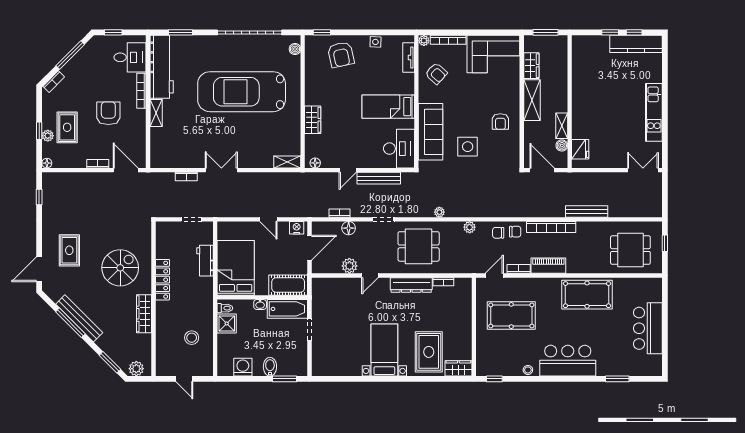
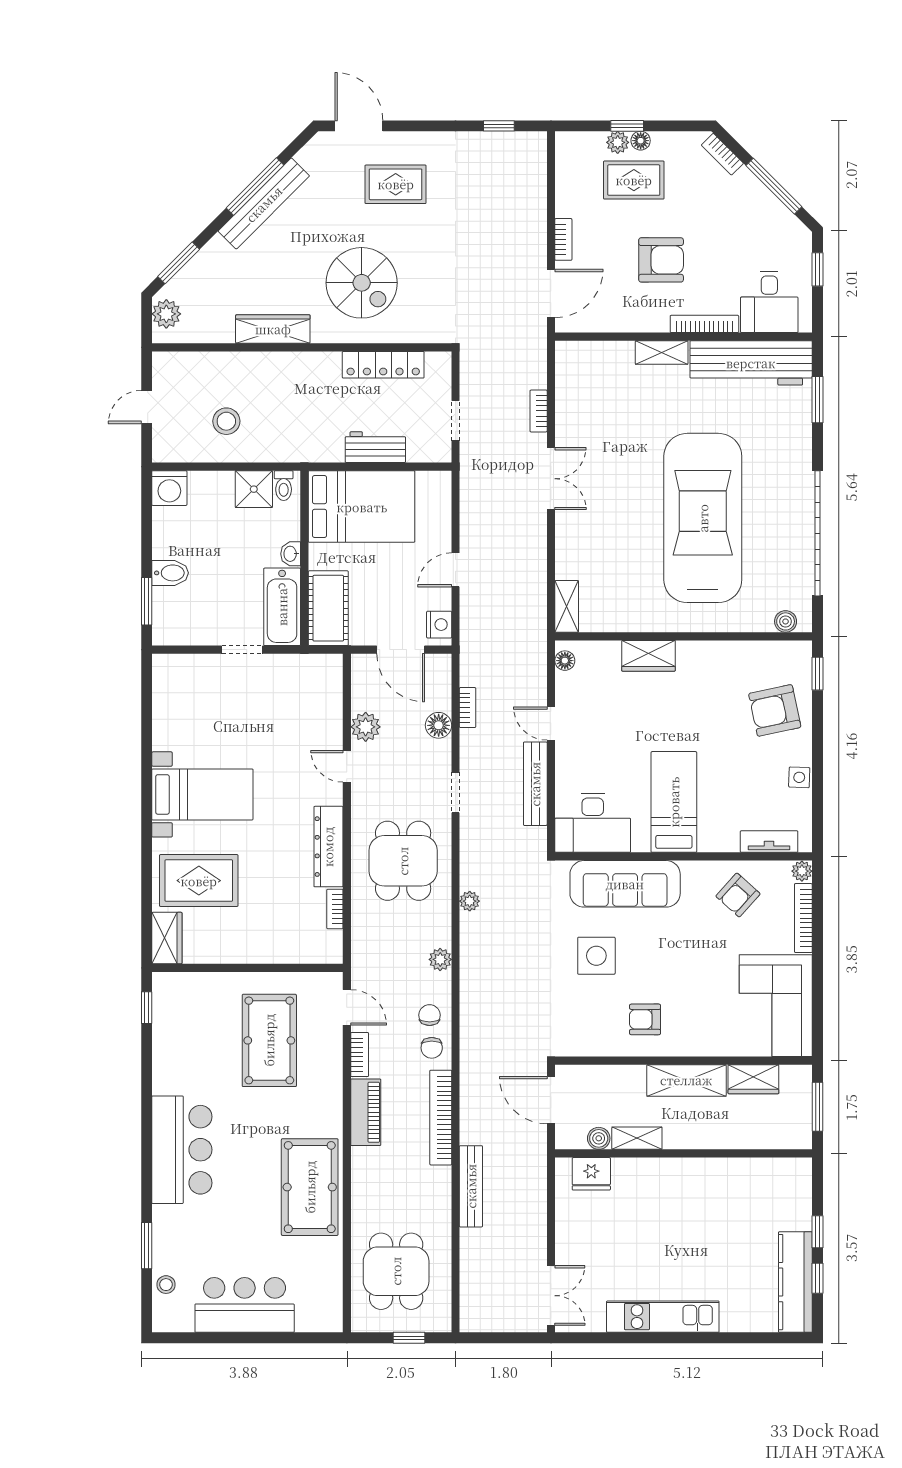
floor lamp: (47, 163) -> (641, 141), moved
door: (542, 170) -> (551, 1100), swing flipped
locker: (162, 280) -> (383, 365), moved
washing machine: (243, 367) -> (169, 488), moved, turned 90
stool: (528, 370) -> (166, 1285), moved

